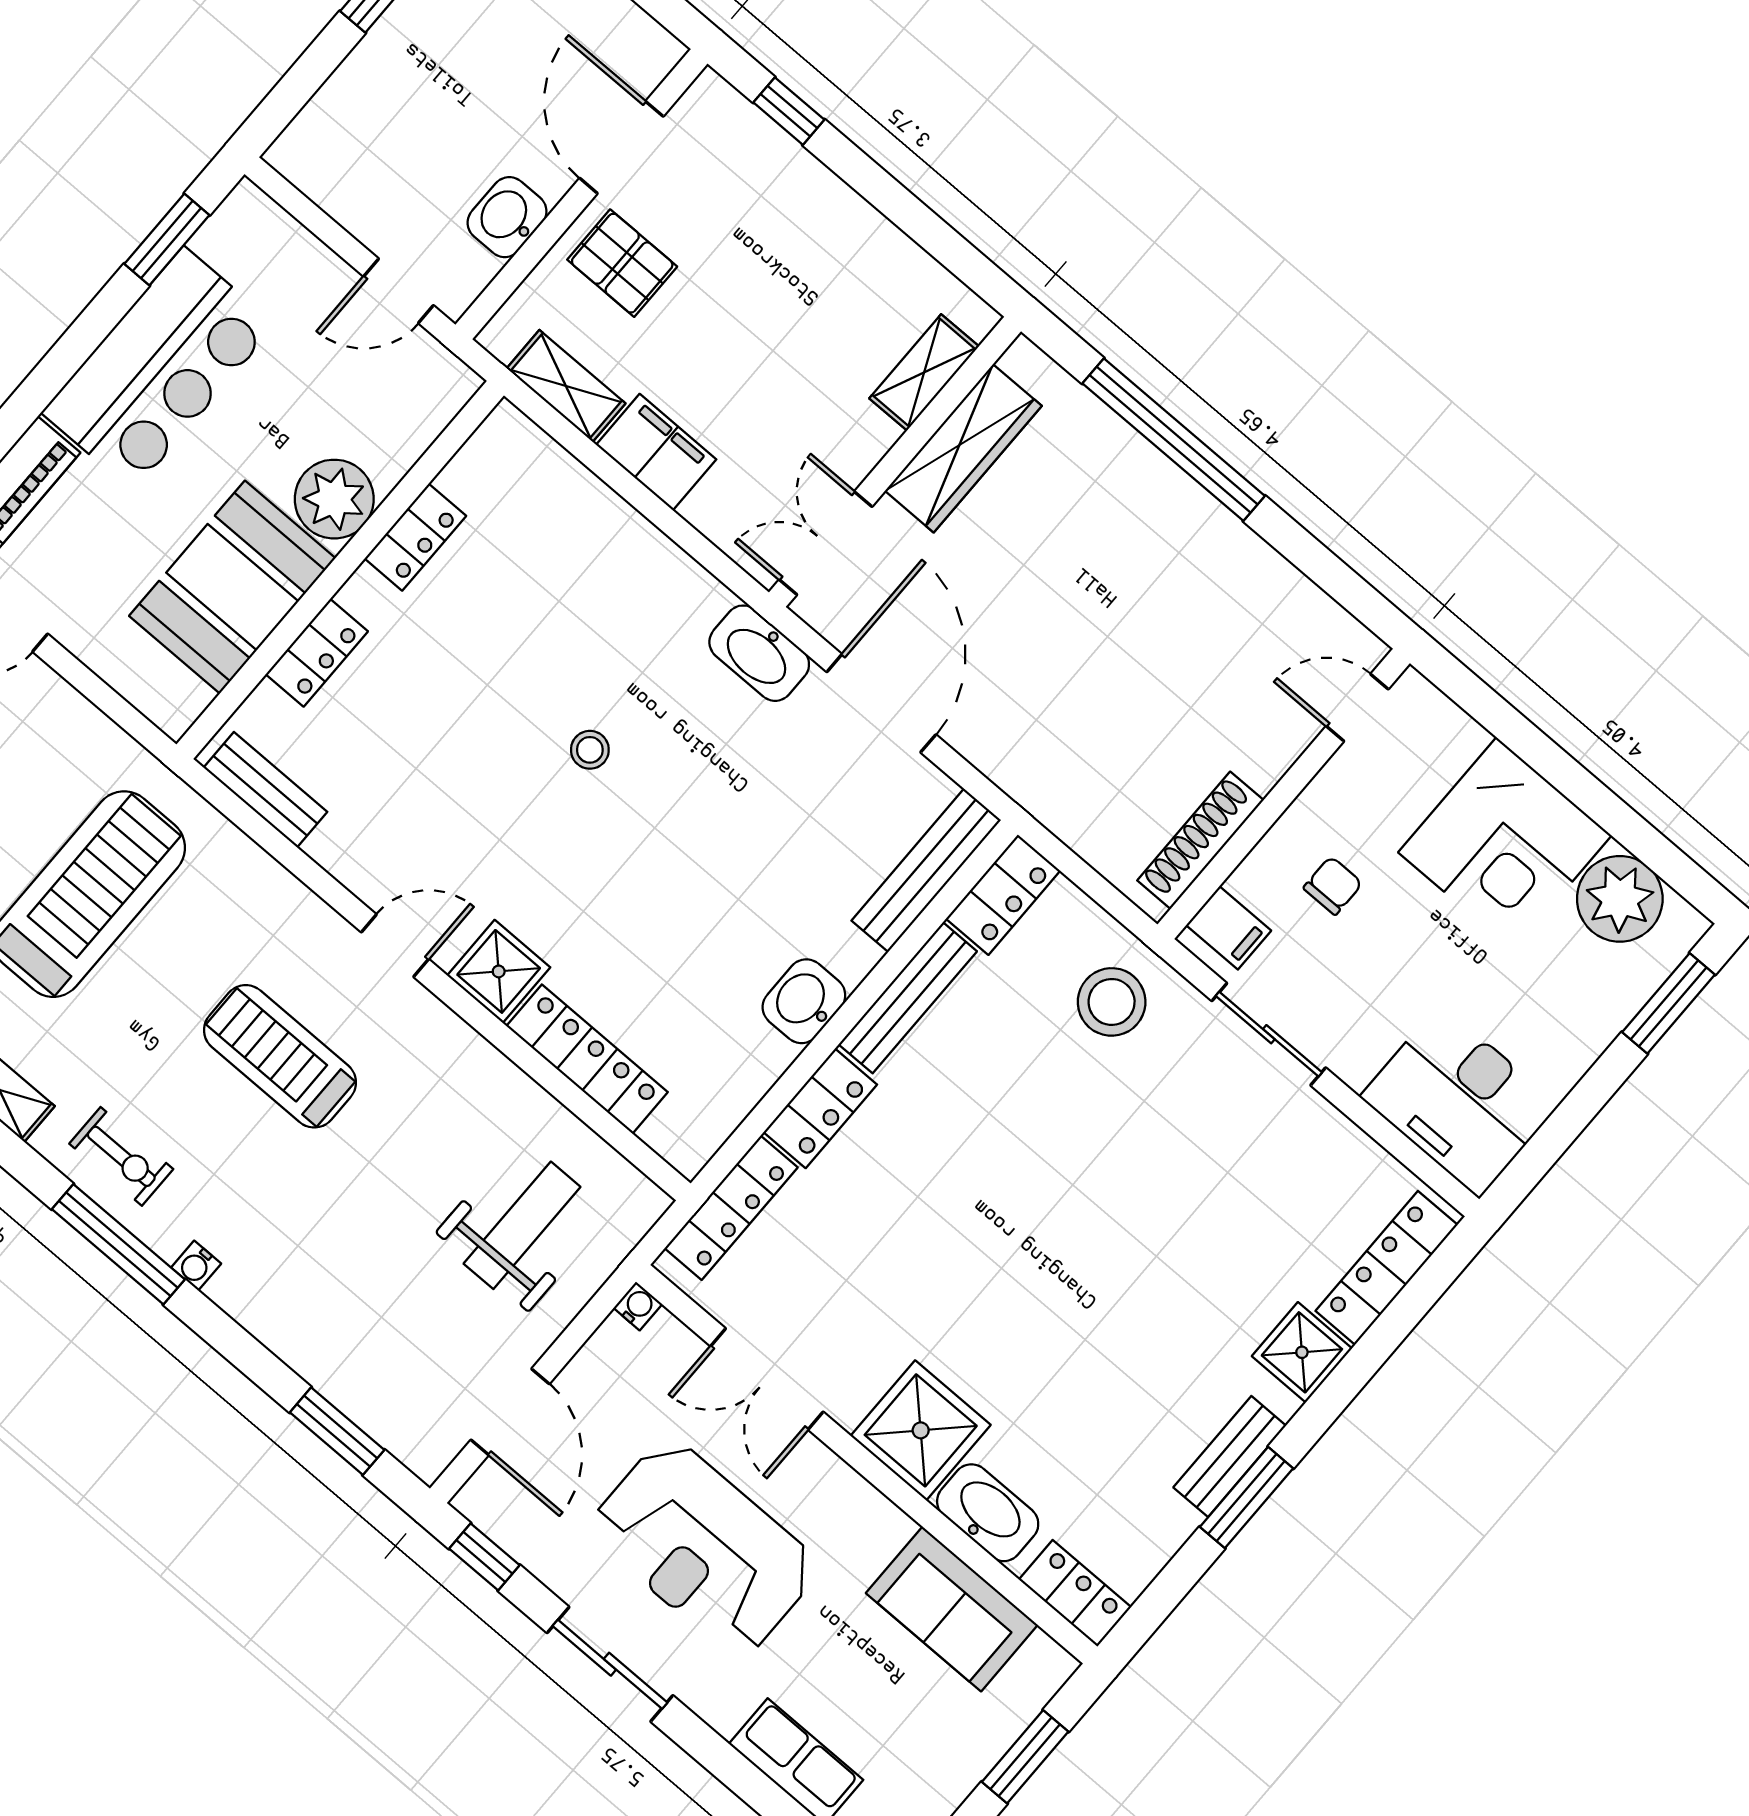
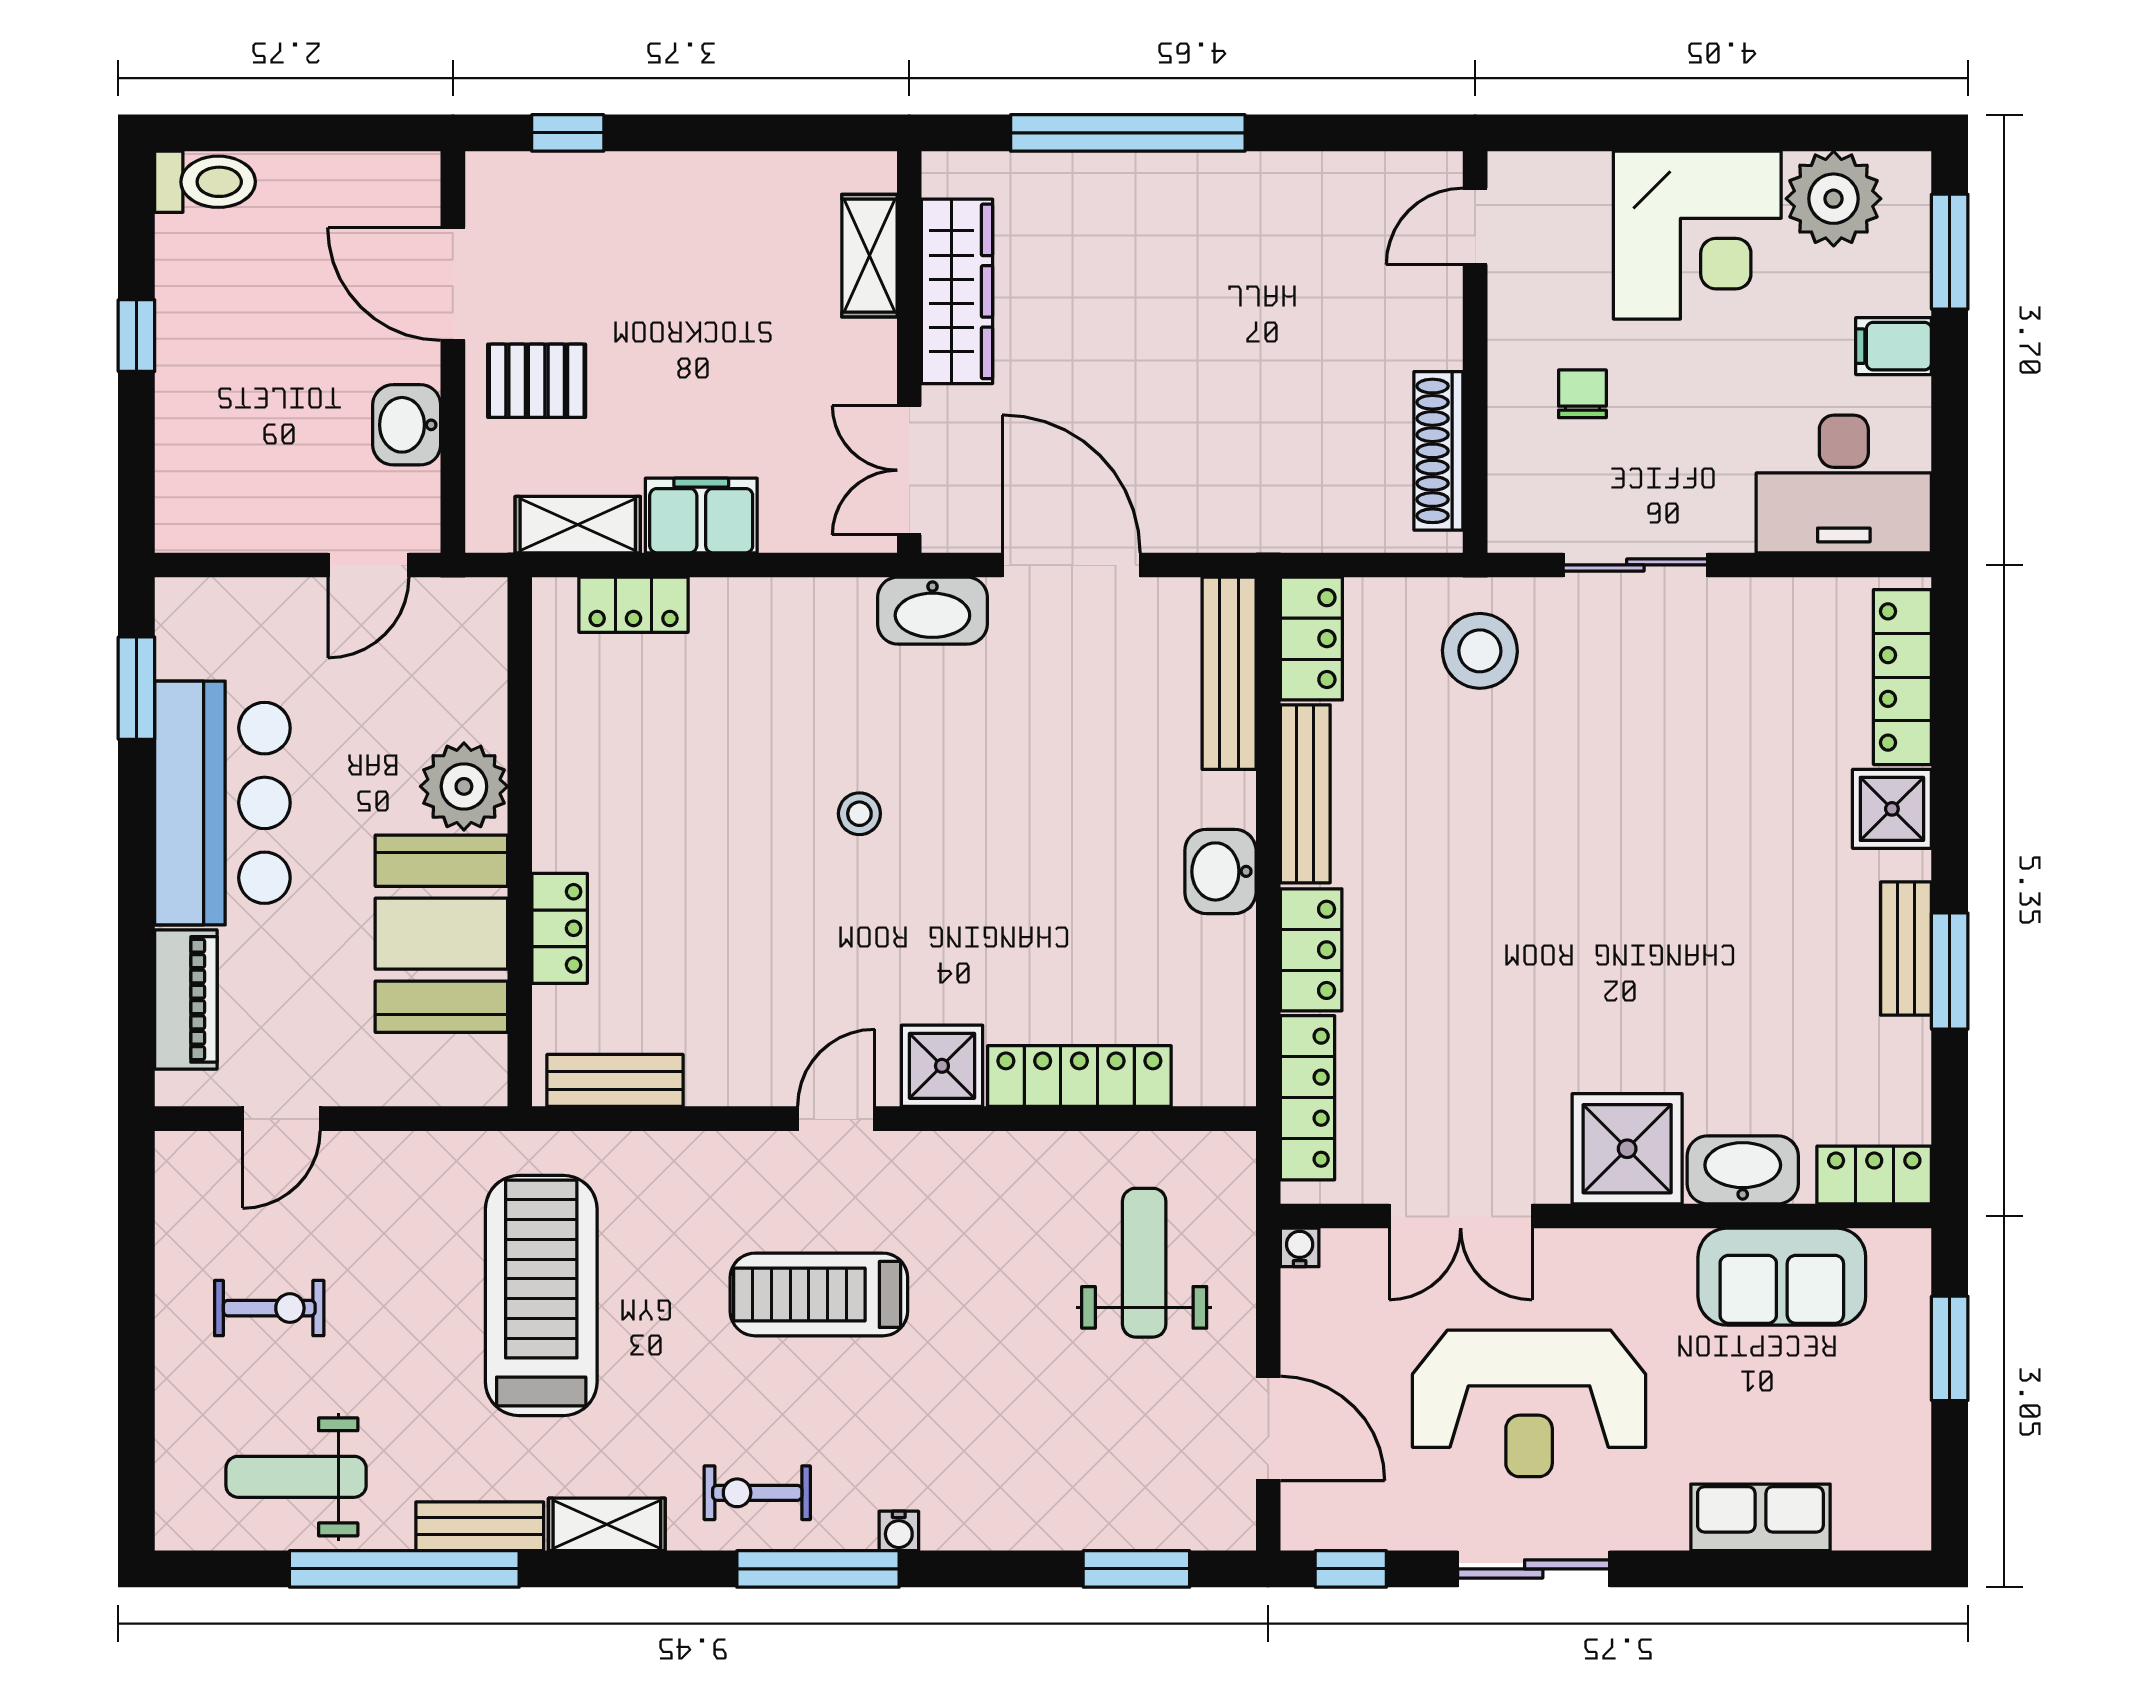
locker: (415, 537) -> (634, 605), moved, turned 90
filing cabinet: (1229, 928) -> (1894, 346), moved, turned 180
exercise bike: (121, 1156) -> (757, 1493), turned 180

